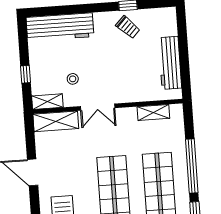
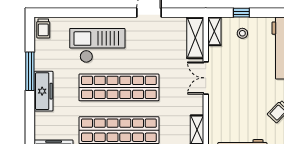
stool: (73, 79) -> (242, 33), moved

